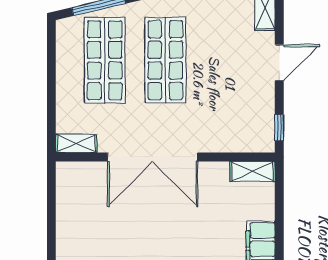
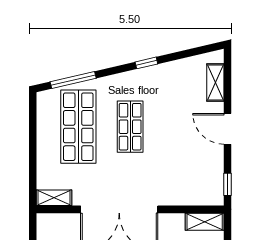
shop shelf: (165, 60) -> (130, 127), width x0.70, depth x0.74
door: (279, 63) -> (227, 129), swing flipped

